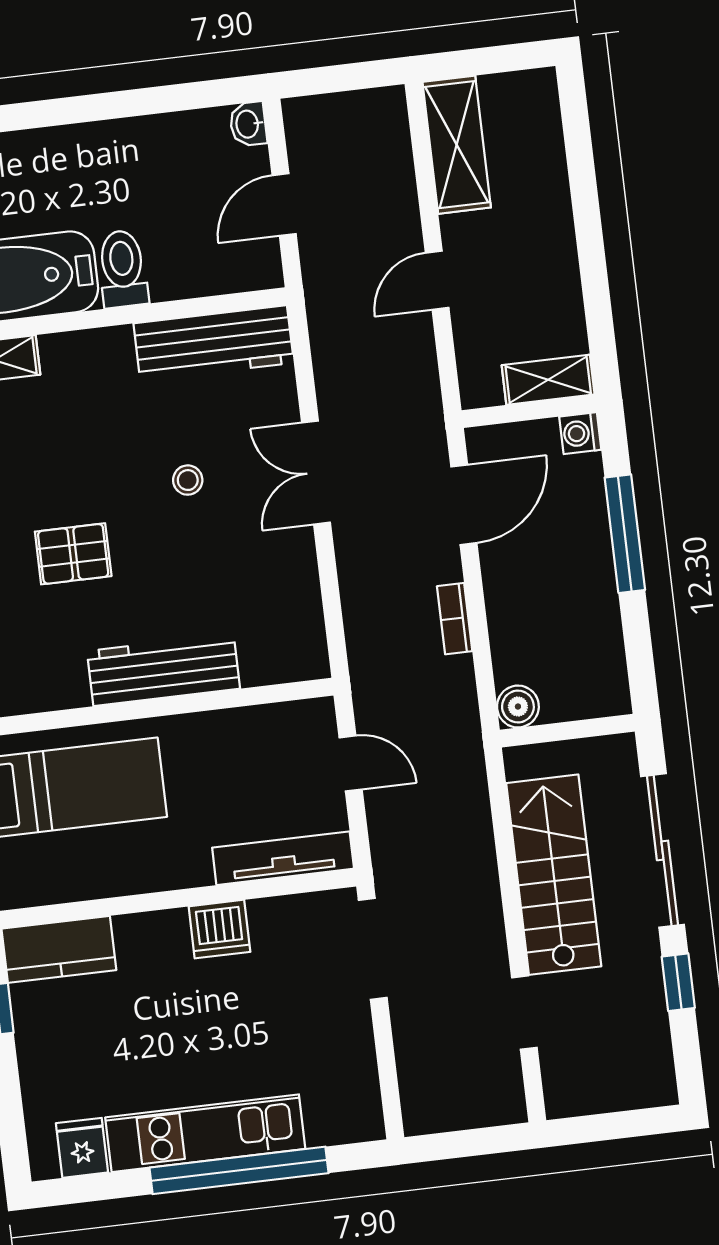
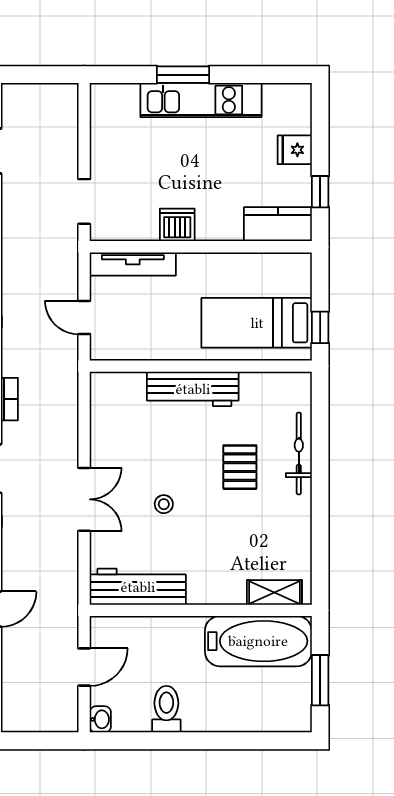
toilet: (123, 269) -> (166, 709), moved, turned 180
pallet: (73, 554) -> (240, 467), turned 90
doorway: (373, 949) -> (84, 201), width x0.73
fridge: (82, 1148) -> (295, 150), moved, turned 90
window: (239, 1170) -> (183, 75), width x0.47

